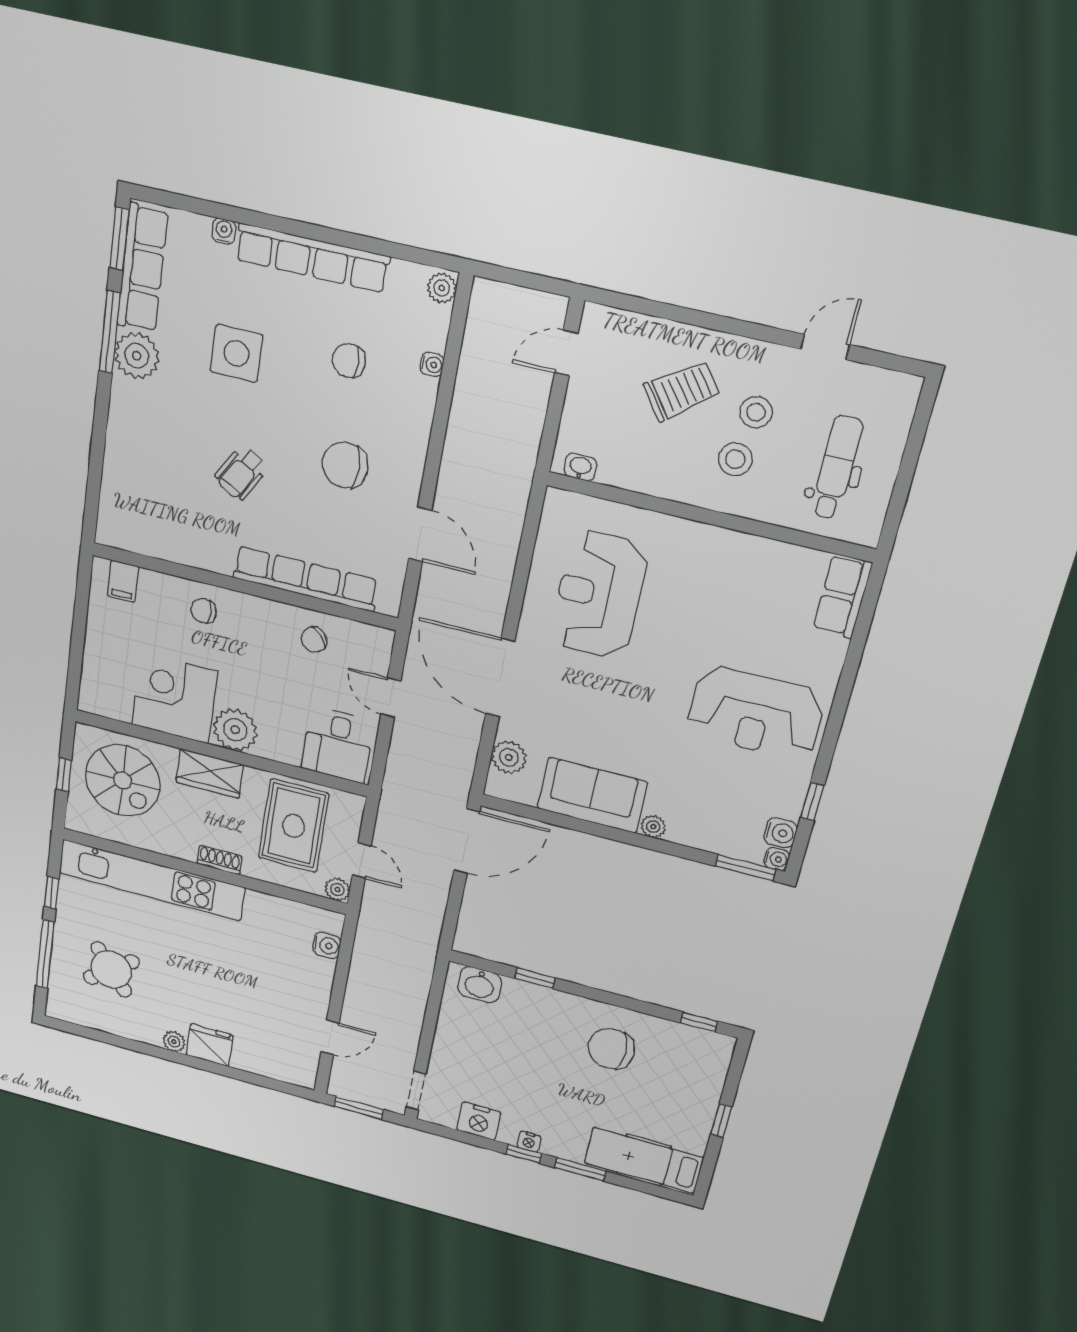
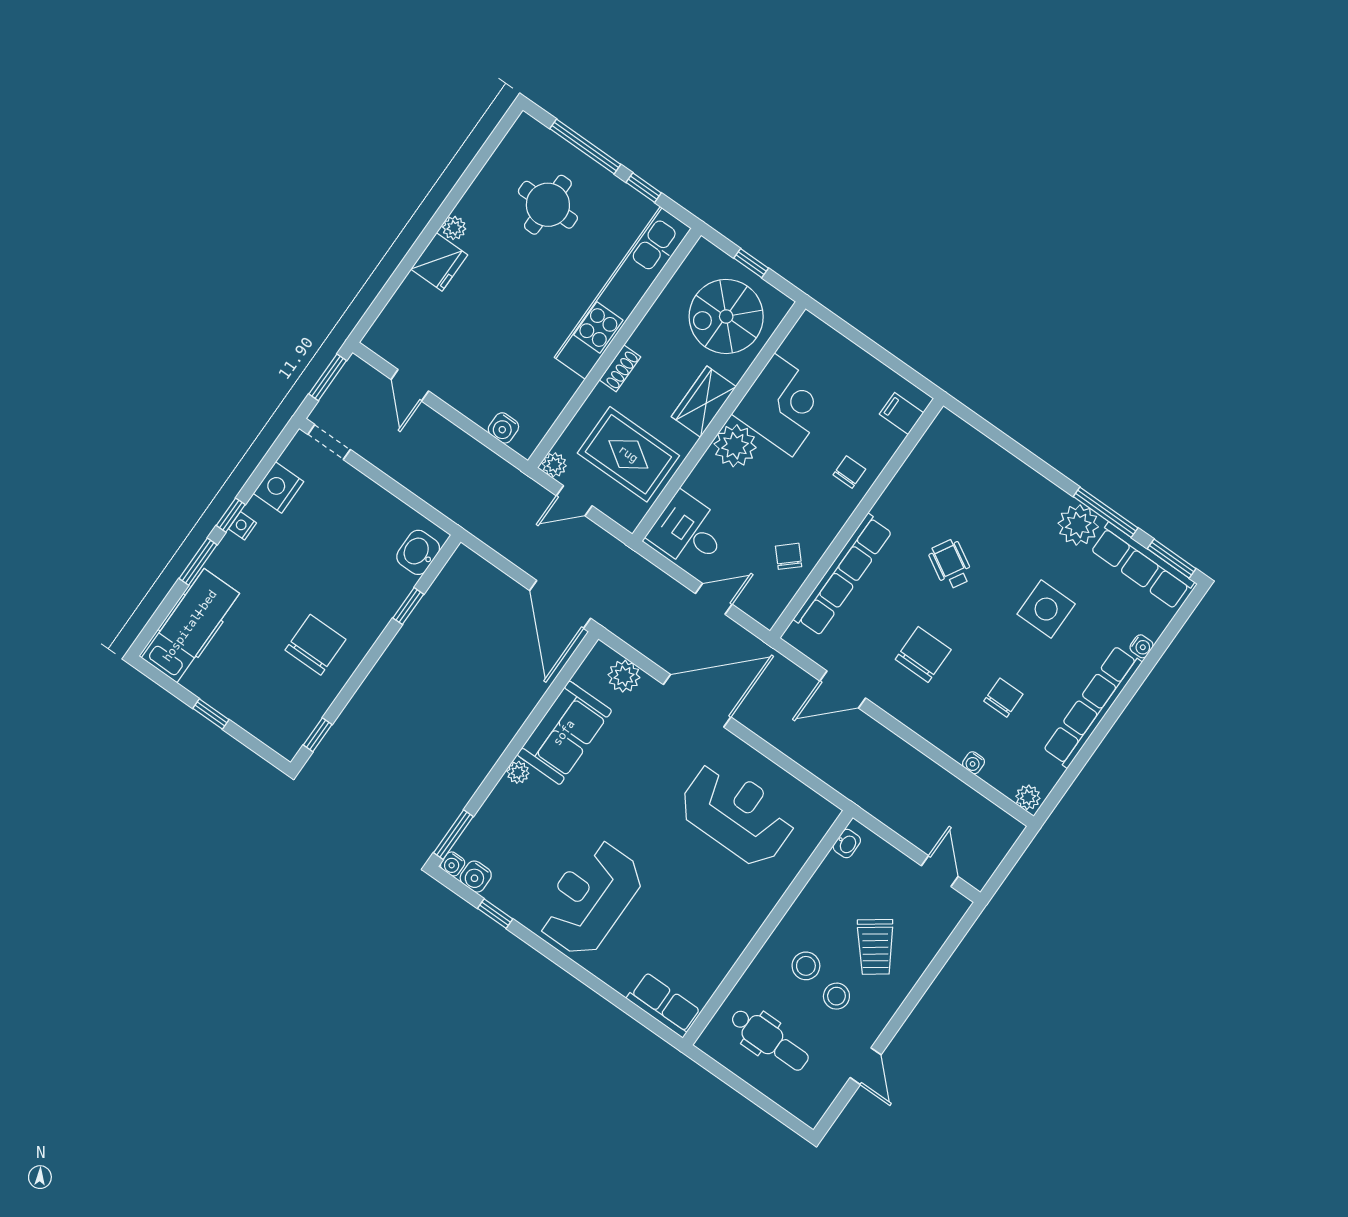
round table: (111, 970) -> (548, 205), turned 38

